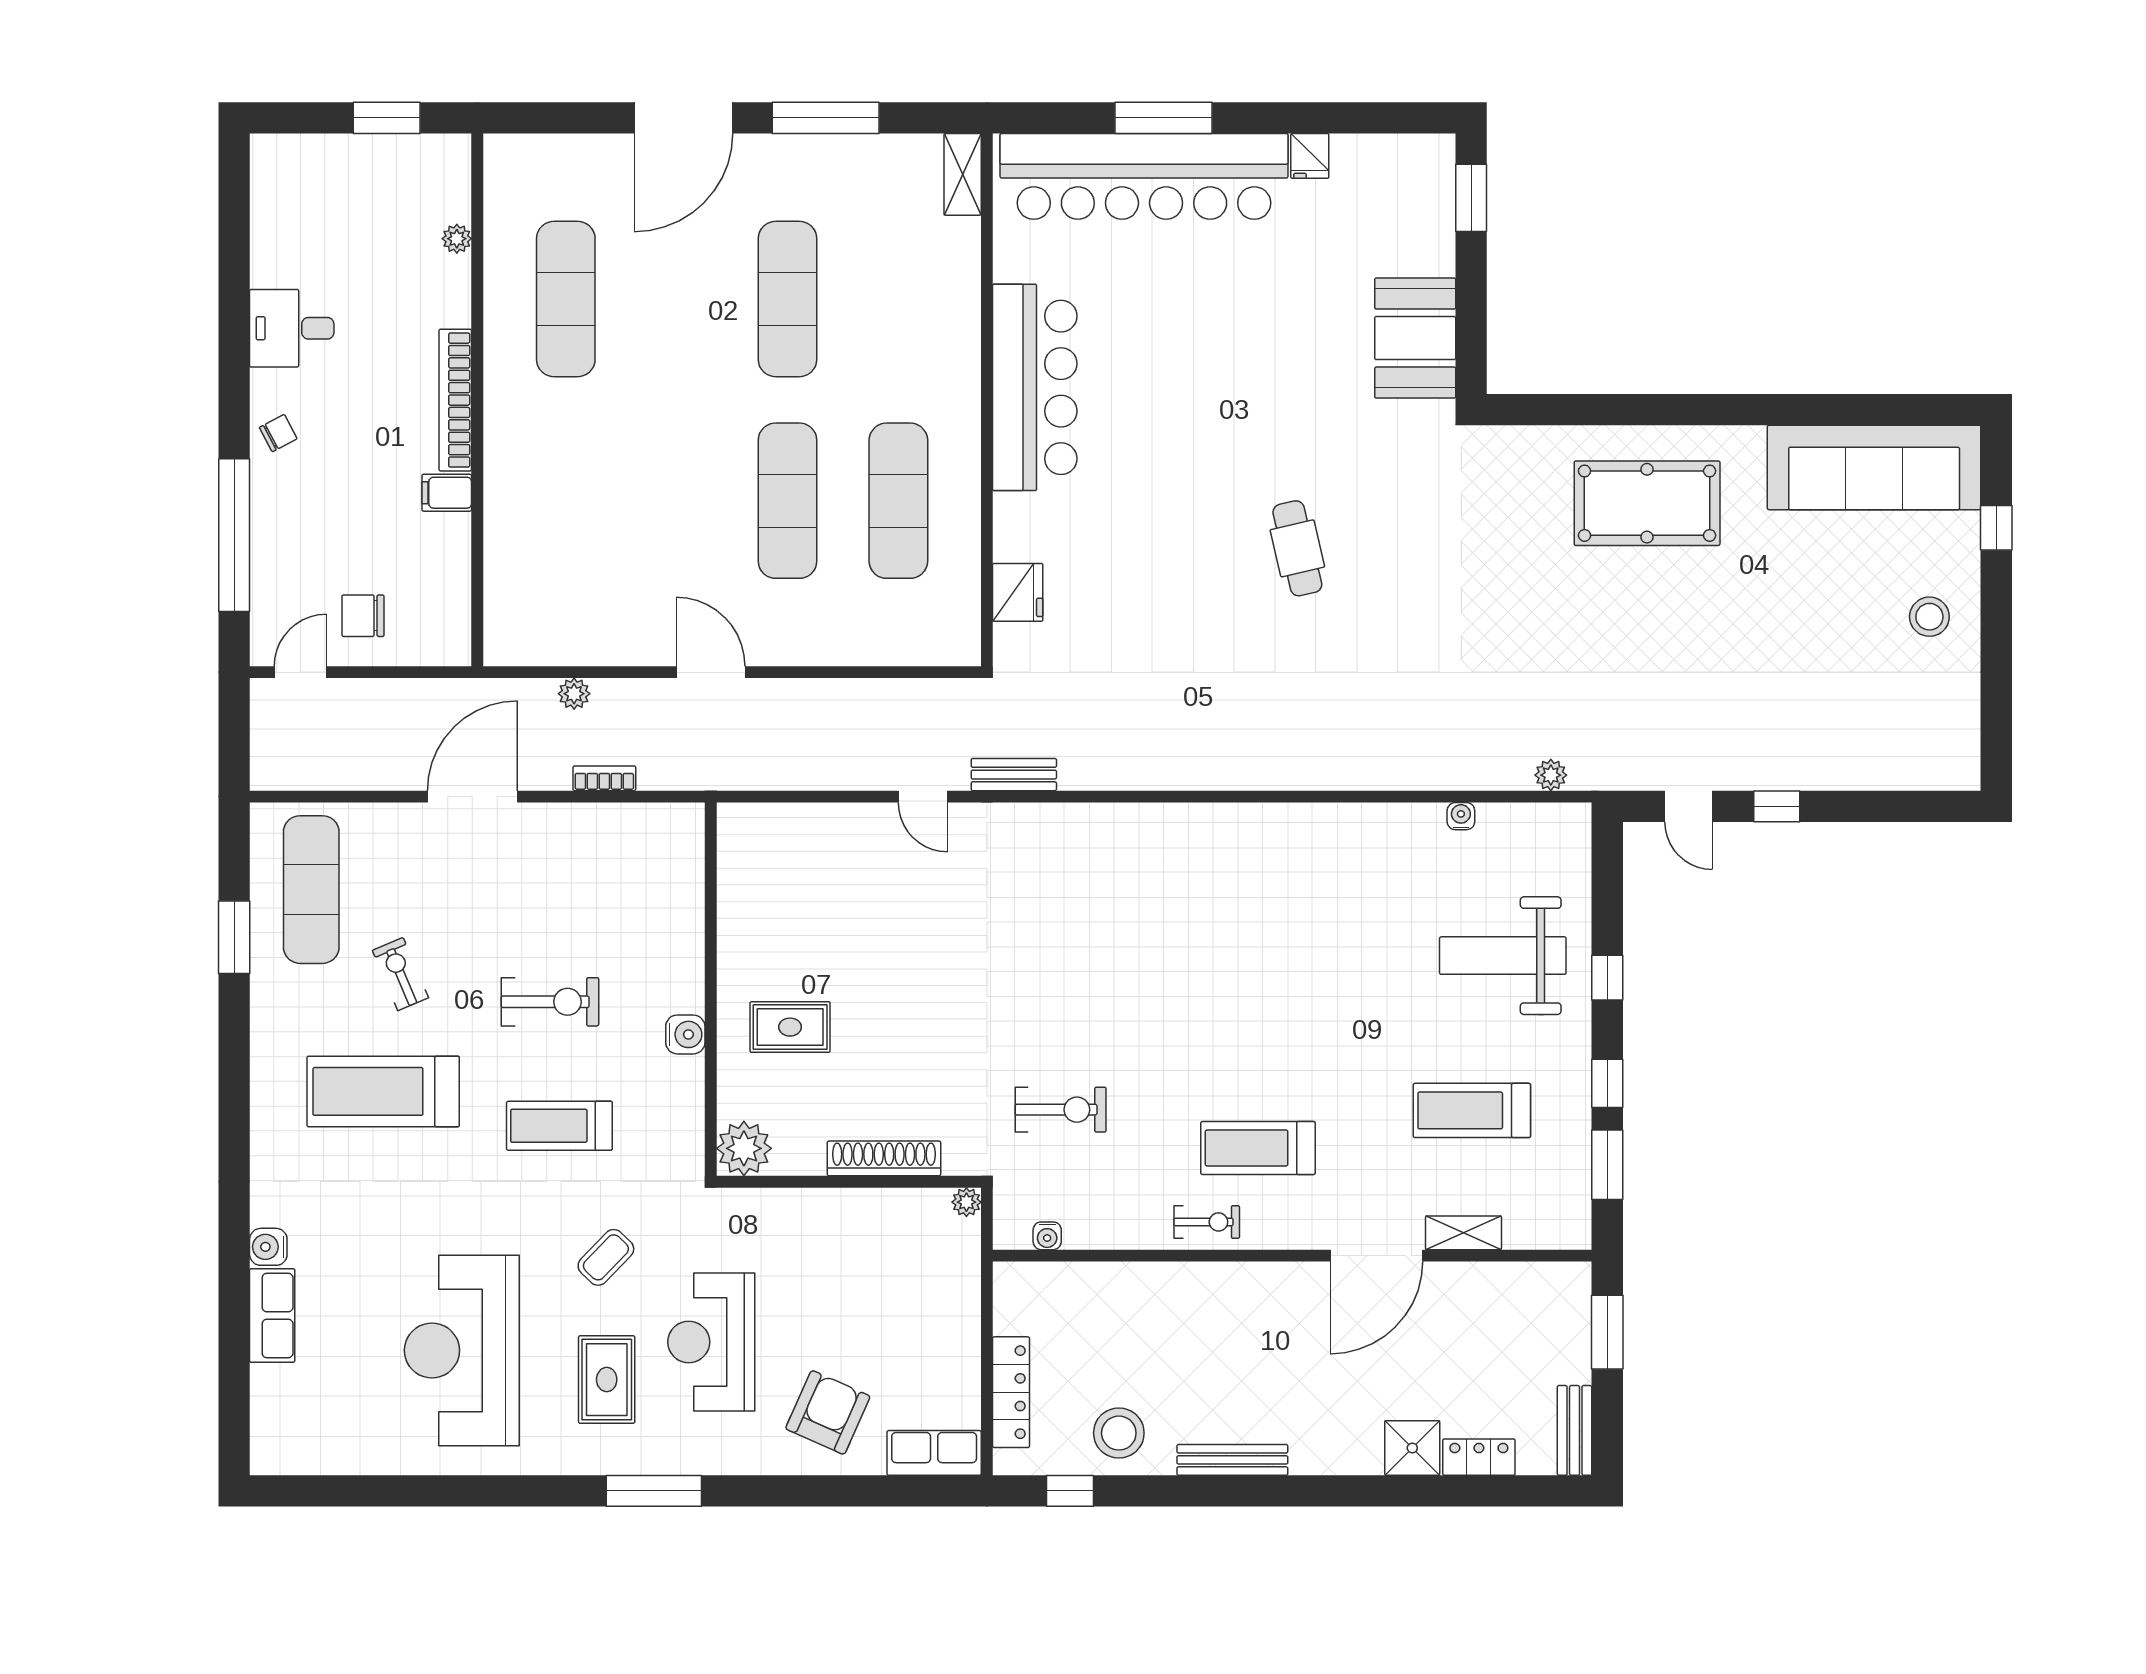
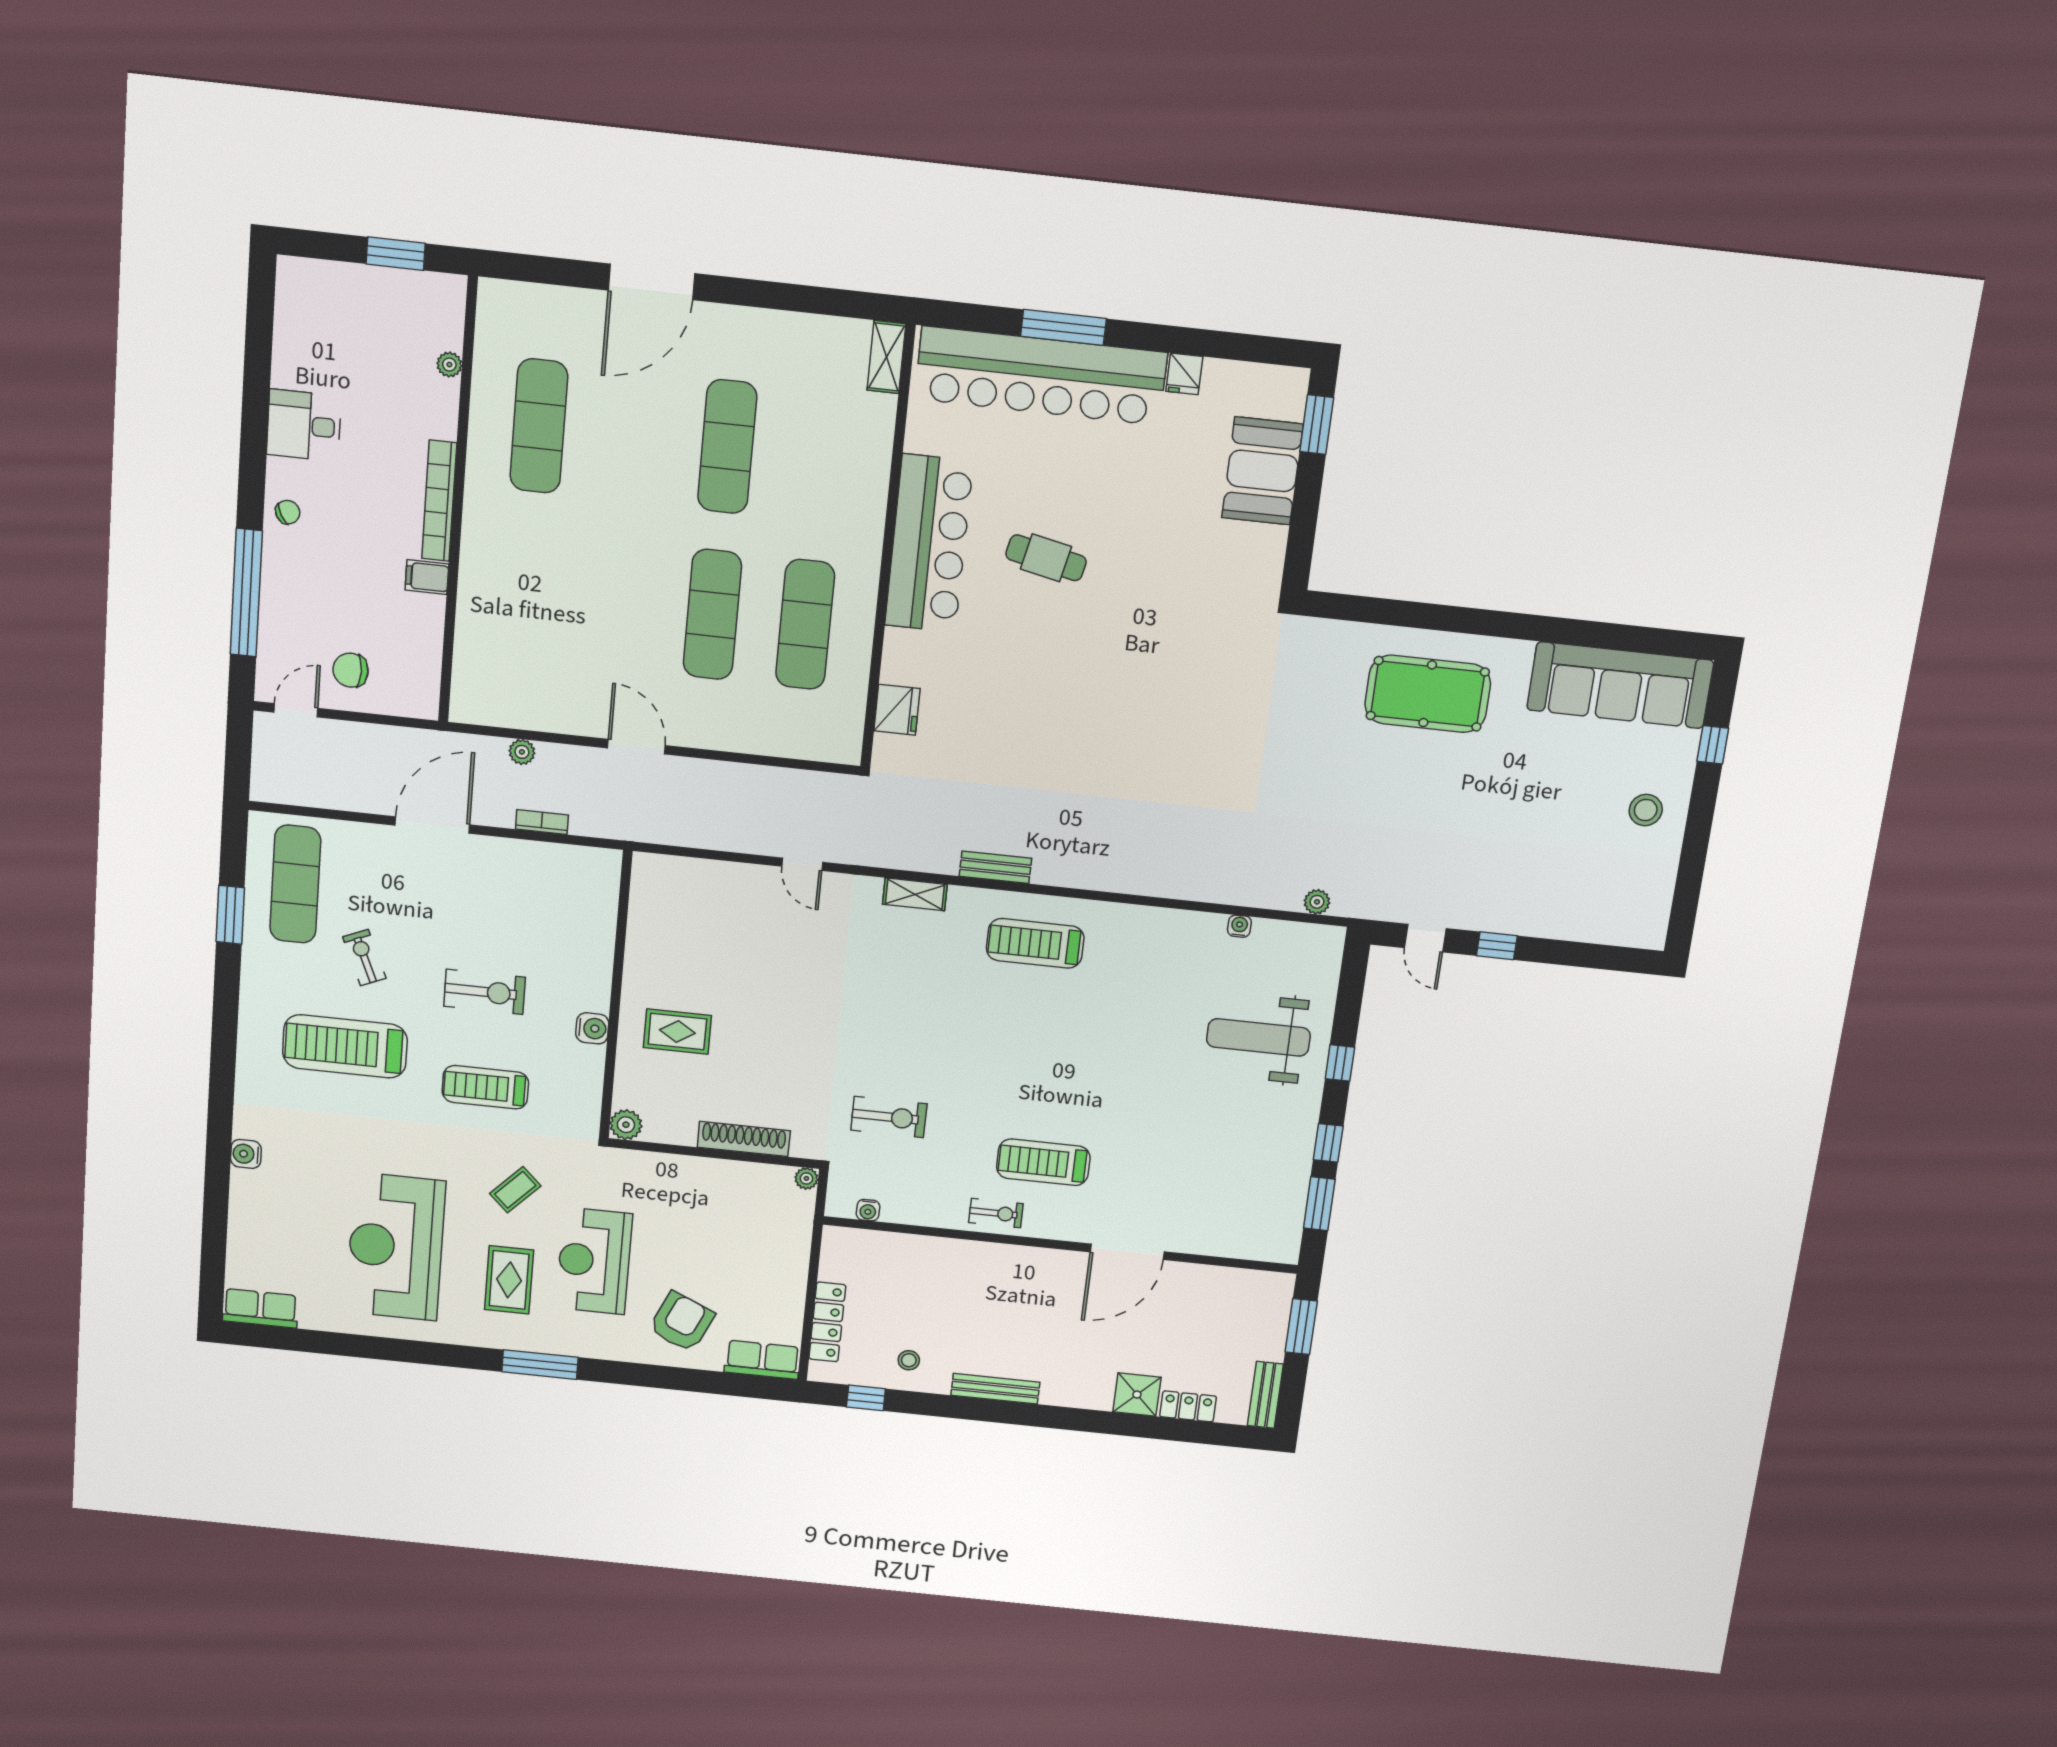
window: (826, 118) -> (774, 295), removed
booth: (1415, 338) -> (1262, 471), moved
cafe table: (1297, 548) -> (1046, 558), moved, turned -65
bench: (1014, 775) -> (995, 867), moved
treadmill: (1472, 1110) -> (1035, 943), moved
plant: (744, 1148) -> (626, 1125), width x0.73, depth x0.73
shelving: (1463, 1233) -> (915, 894), moved
row of seats: (272, 1316) -> (260, 1308), moved, turned -90
stool: (1119, 1433) -> (909, 1360), width x0.53, depth x0.53

